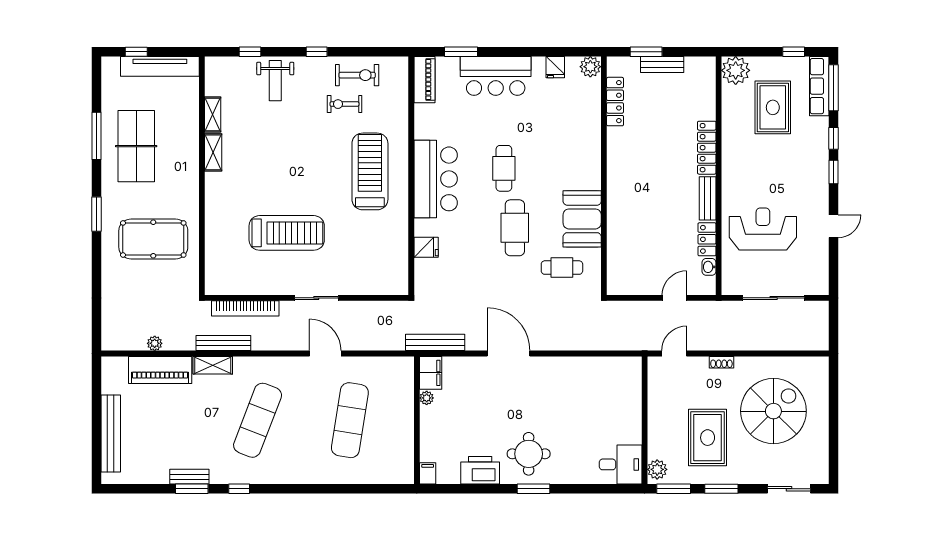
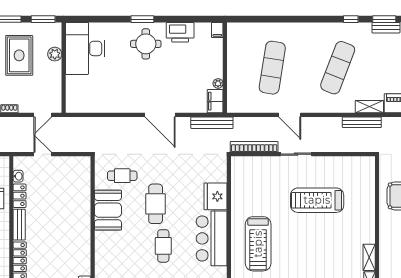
fridge: (426, 247) -> (215, 196), width x1.88, depth x1.34
door: (674, 298) -> (43, 154), swing flipped
bookcase: (245, 308) -> (254, 147), moved
desk: (621, 464) -> (85, 48), width x1.87, depth x1.30
plant: (657, 469) -> (55, 54), moved

